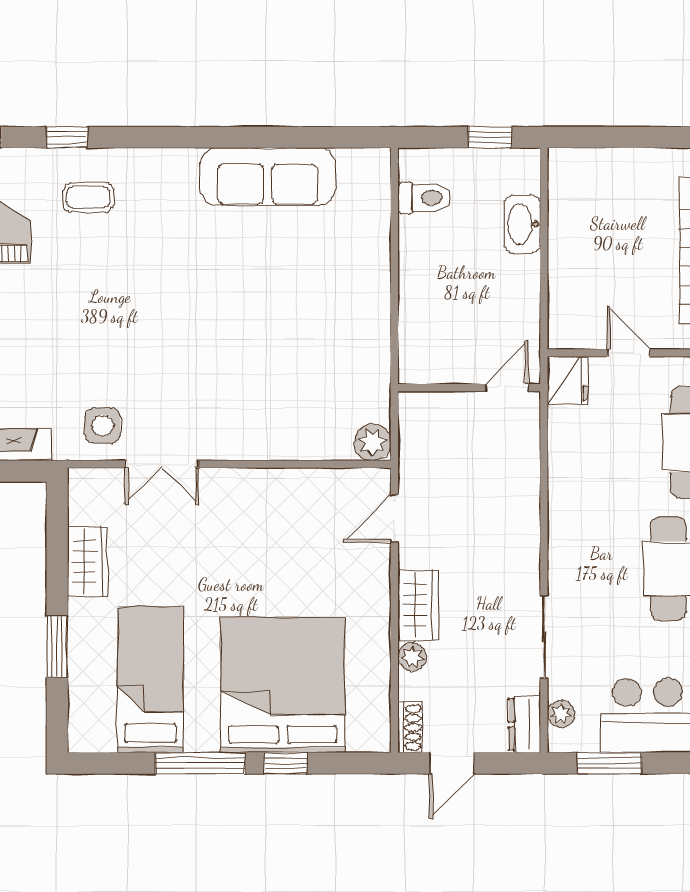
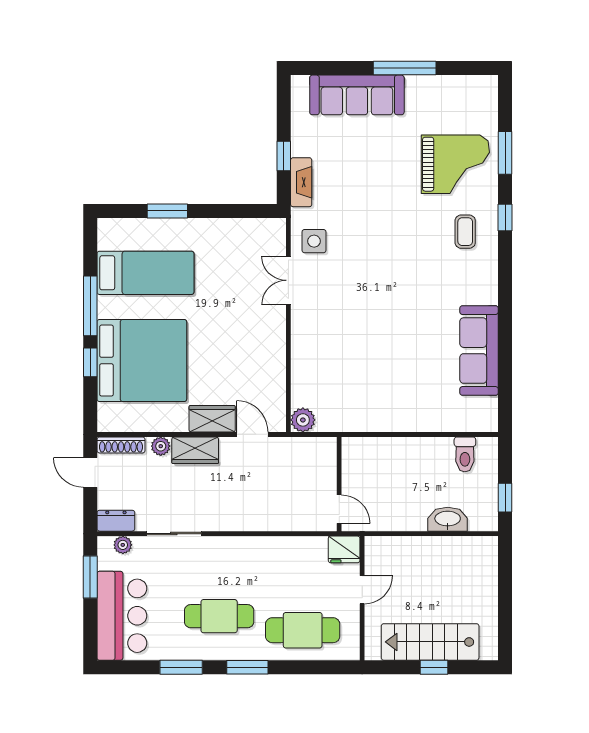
wardrobe: (88, 561) -> (212, 419), moved, turned 180
shoe rack: (410, 727) -> (121, 445), width x1.43

